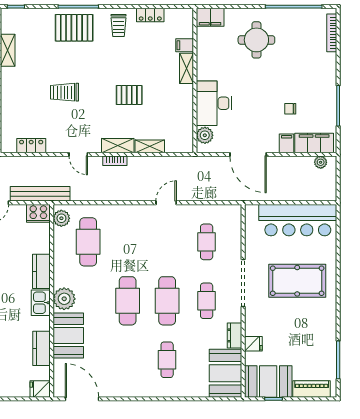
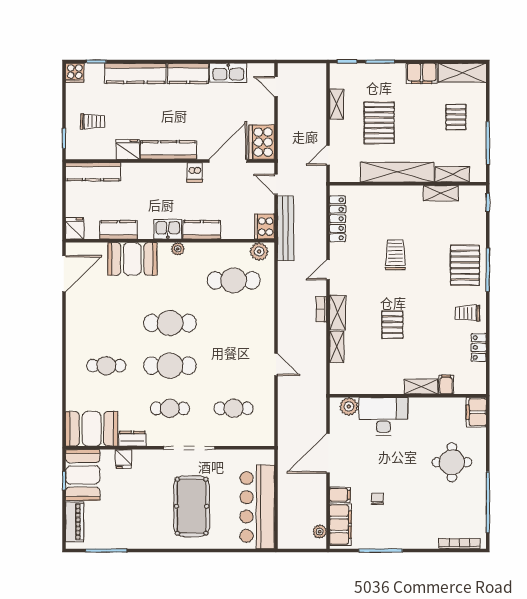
locker: (31, 146) -> (338, 219), width x1.53
plant: (64, 299) -> (178, 249), width x0.53, depth x0.53

